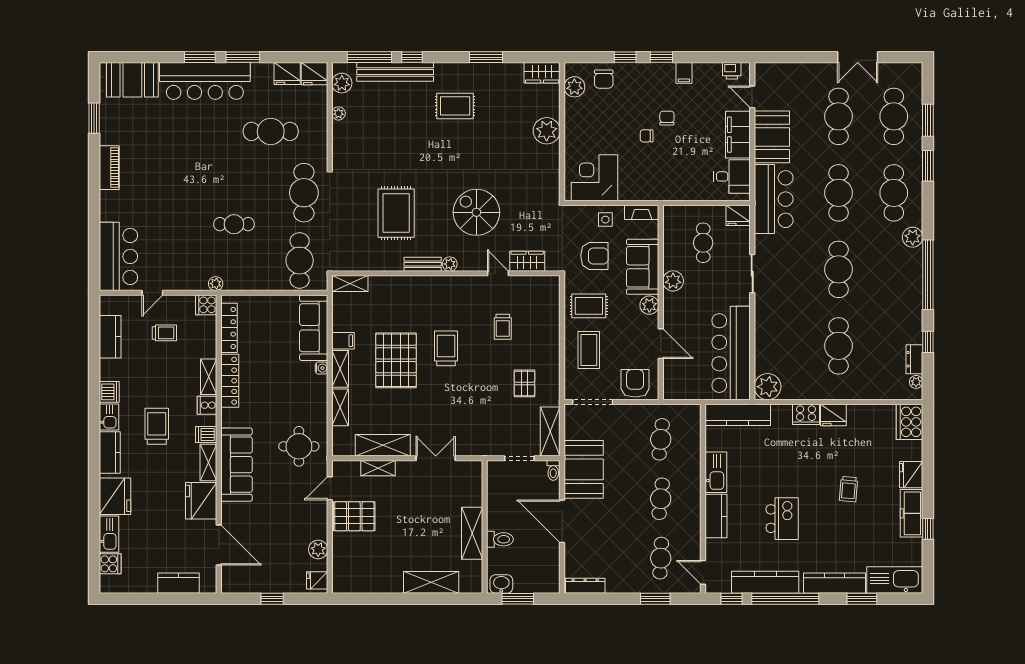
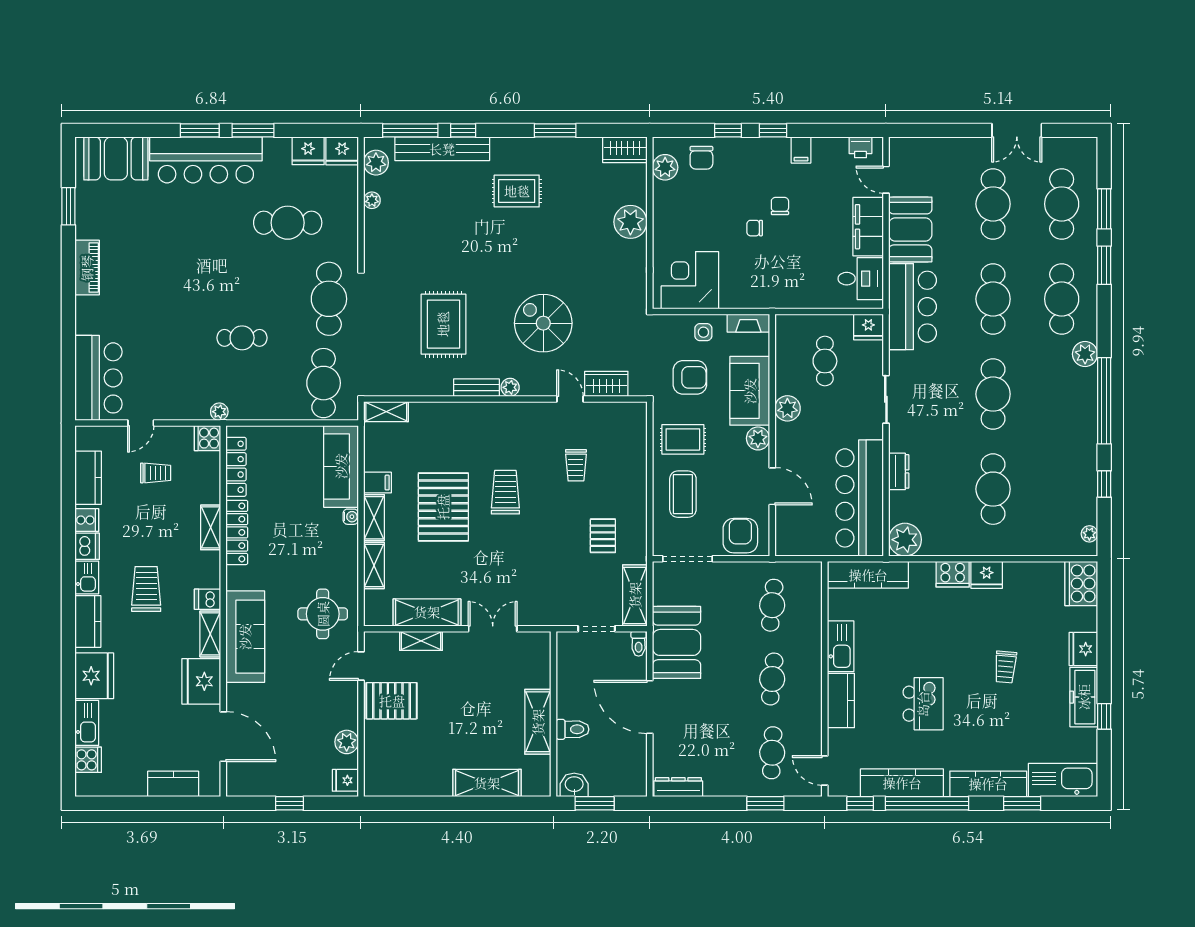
dresser: (914, 359) -> (899, 471), moved, turned 180
cooker: (207, 405) -> (87, 520), moved, turned 180

